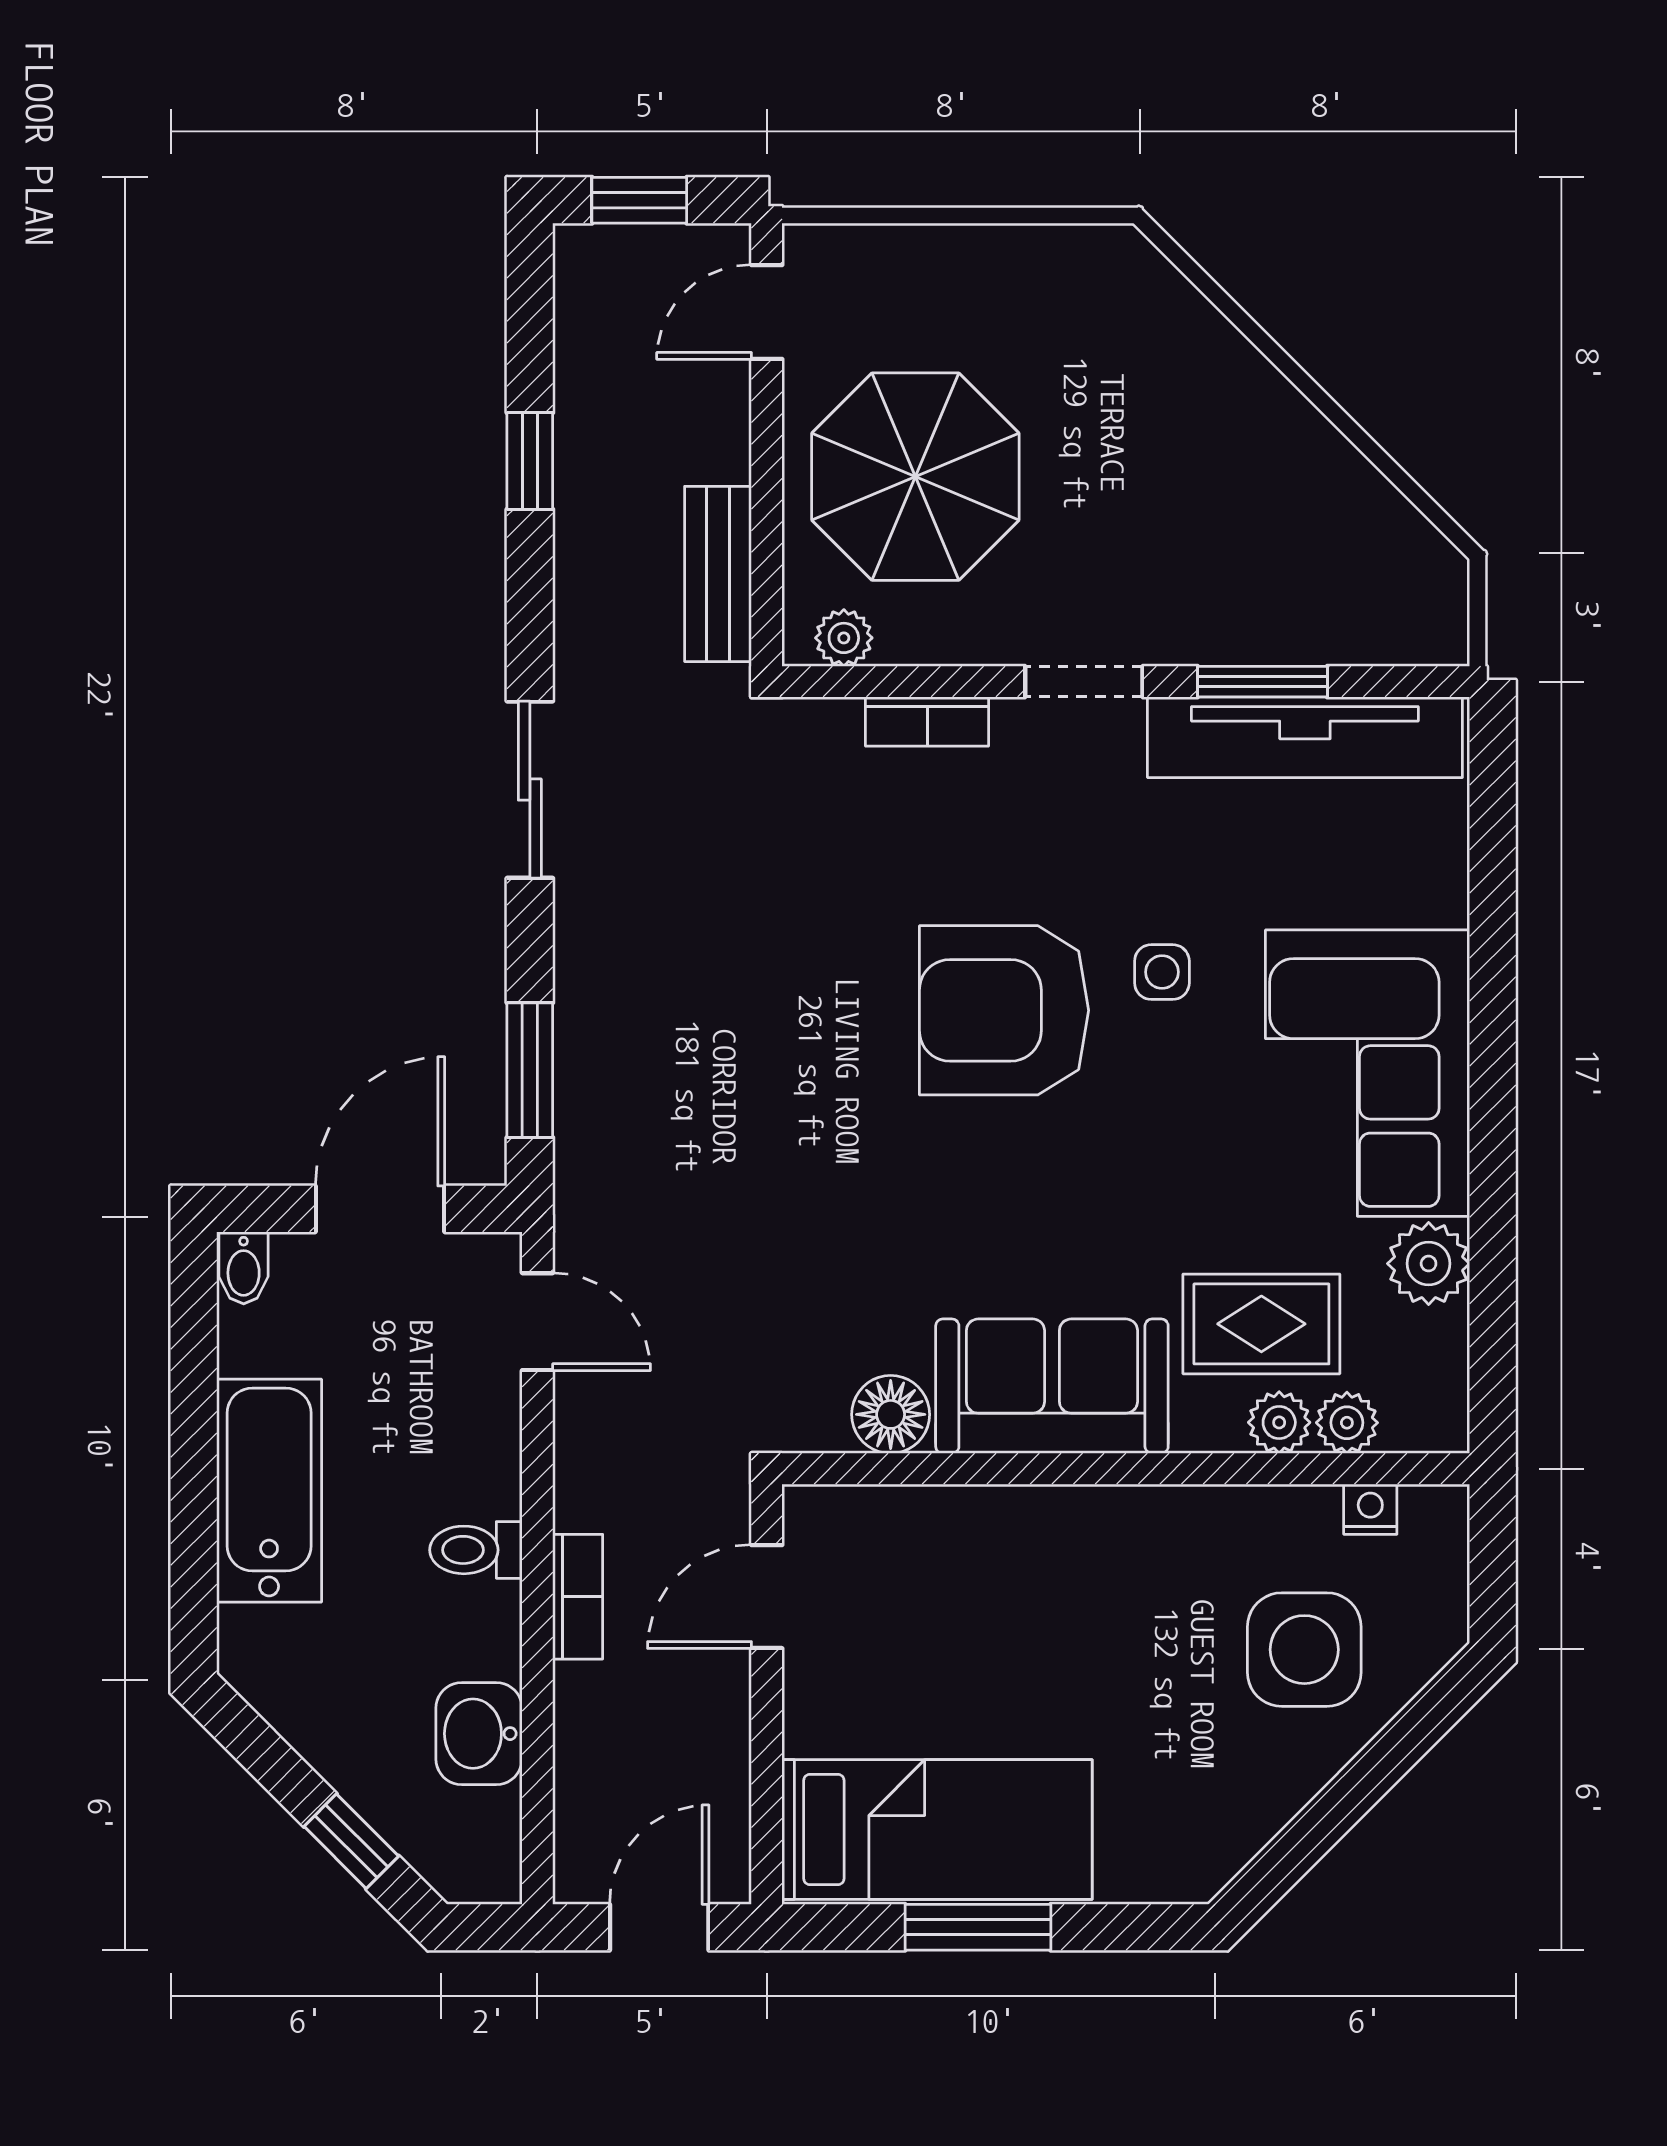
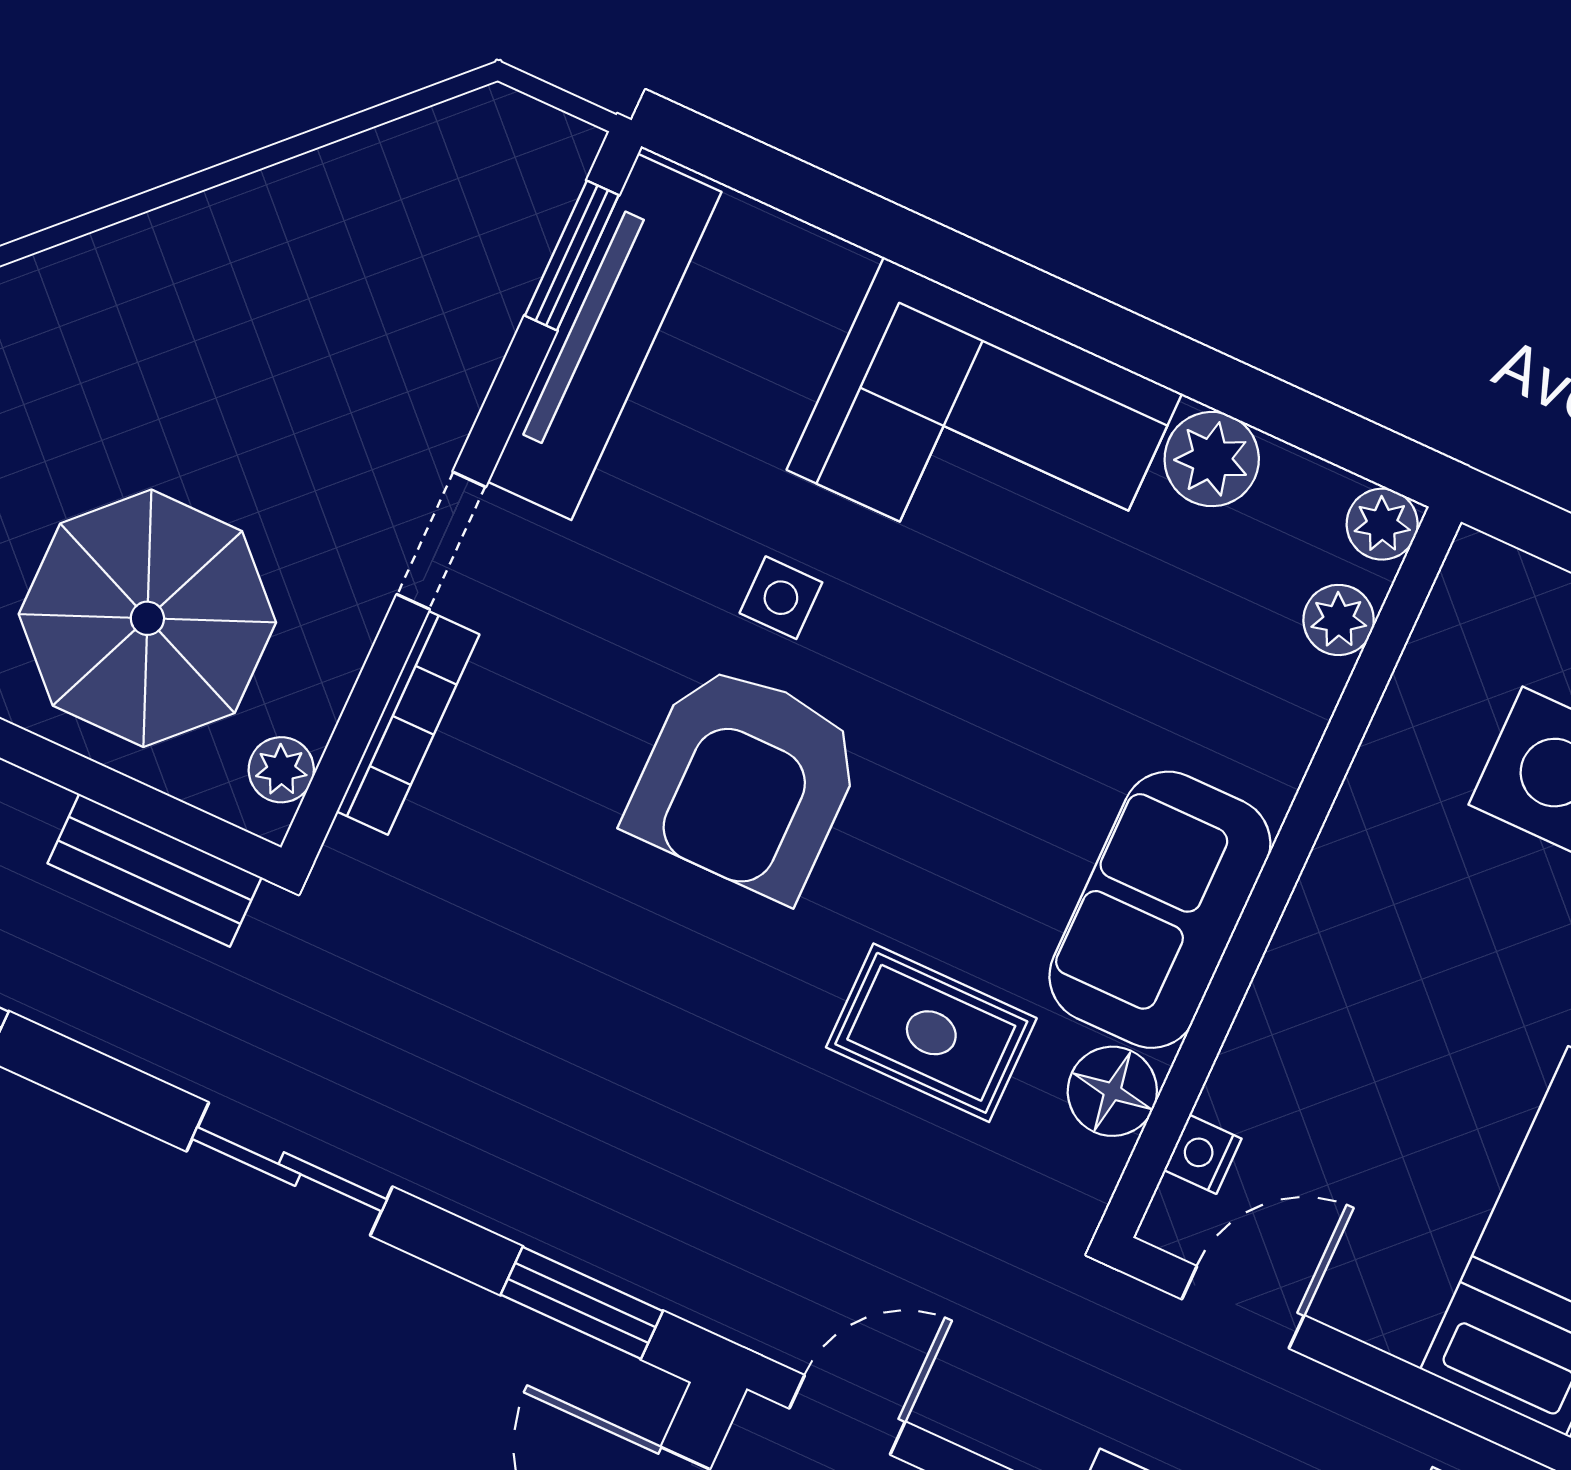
window: (1262, 682) -> (572, 255), moved
bookcase: (927, 722) -> (408, 723), width x1.56
rug: (1261, 1324) -> (931, 1033), moved, turned 90
plant: (1279, 1422) -> (1382, 524), moved
nightstand: (1370, 1509) -> (1203, 1154), moved
door: (767, 1597) -> (1243, 1307), swing flipped

